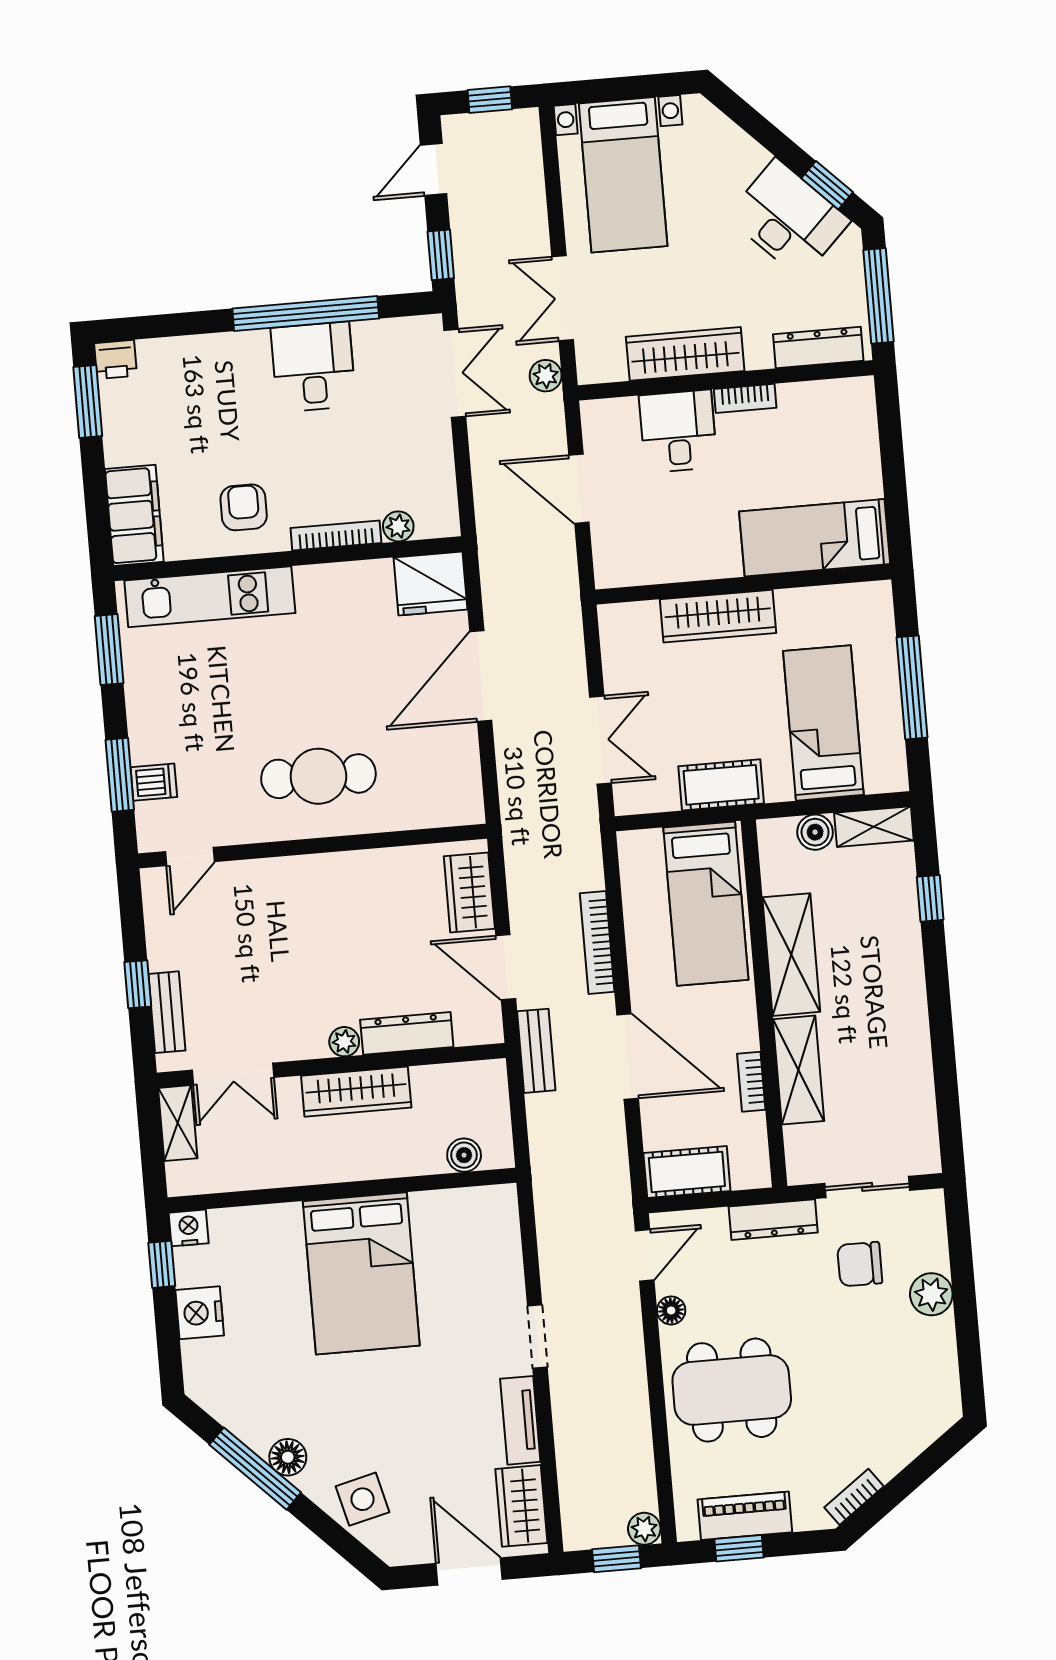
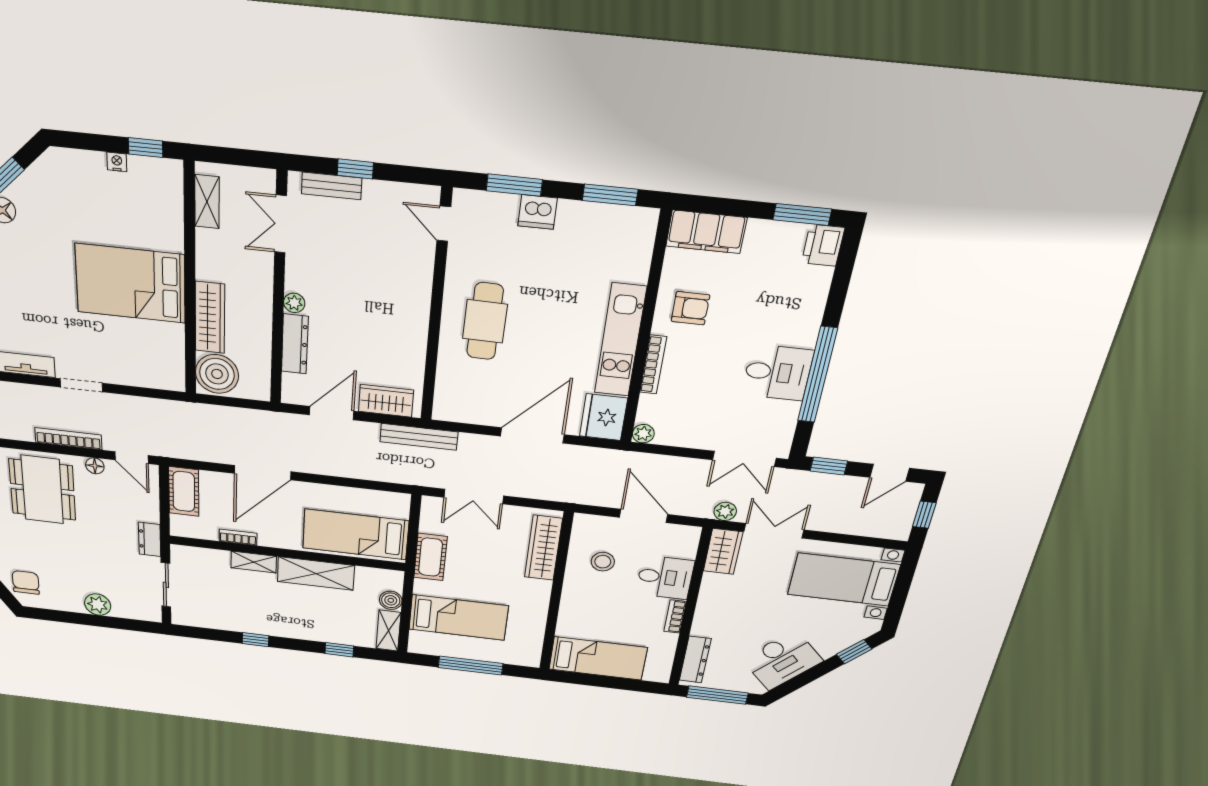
door: (433, 170) -> (890, 473), swing flipped
window: (827, 185) -> (854, 652), moved
wardrobe: (685, 354) -> (723, 551), moved, width x0.67
printer: (116, 359) -> (823, 245), width x1.36, depth x1.24
door: (579, 489) -> (644, 516), hinge flipped
plant: (398, 526) -> (643, 434), moved
stool: (671, 528) -> (603, 562), added
bed: (815, 538) -> (598, 658), moved, turned 90
kitchen unit: (210, 597) -> (620, 340), moved
wardrobe: (718, 616) -> (543, 548), moved
door: (481, 676) -> (532, 435), hinge flipped
dishwasher: (154, 782) -> (538, 212), moved, width x1.38
bookcase: (597, 942) -> (68, 439), moved
window: (942, 1034) -> (255, 640), added
bench: (536, 1051) -> (419, 437), moved, width x1.36
shelving: (799, 1070) -> (254, 562), width x0.67, depth x0.75
wardrobe: (356, 1092) -> (210, 318), moved, turned 180
shelving: (178, 1123) -> (207, 202), moved, turned 90
boiler: (464, 1155) -> (217, 374), width x1.86, depth x1.86
dresser: (773, 1220) -> (150, 539), width x0.70
nightstand: (189, 1228) -> (171, 172), removed
chair: (860, 1264) -> (26, 582), moved
nightstand: (200, 1313) -> (117, 162), width x0.53, depth x0.56

